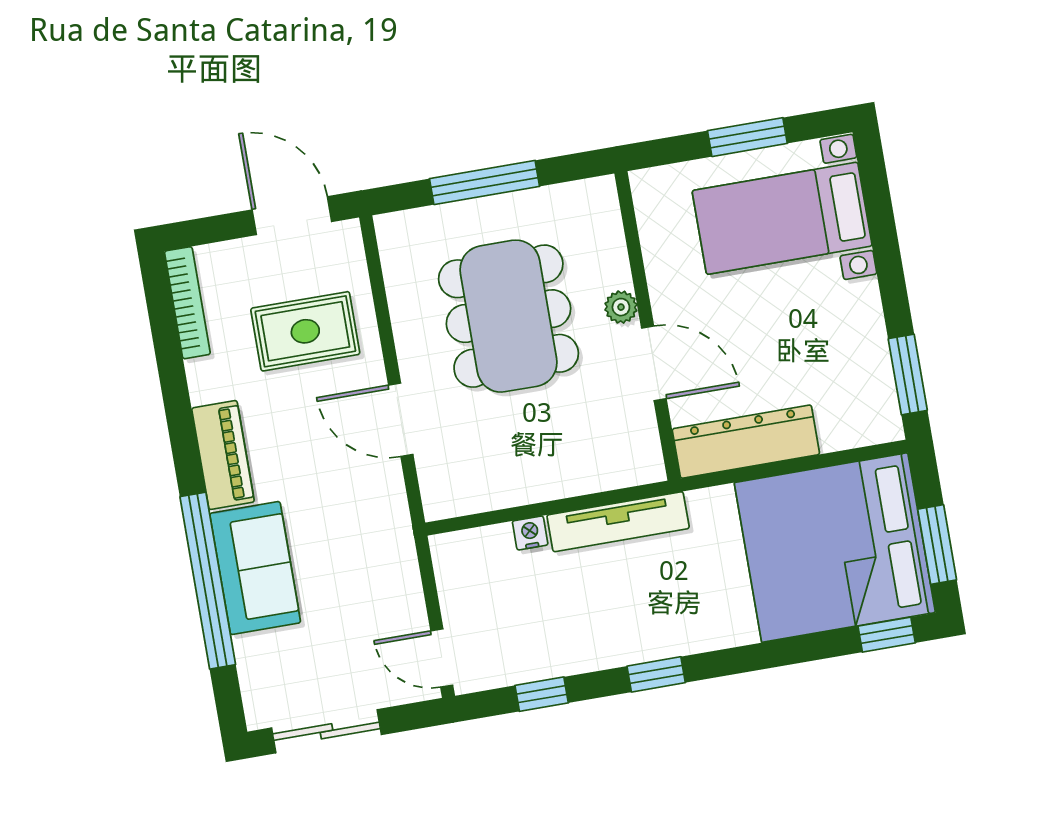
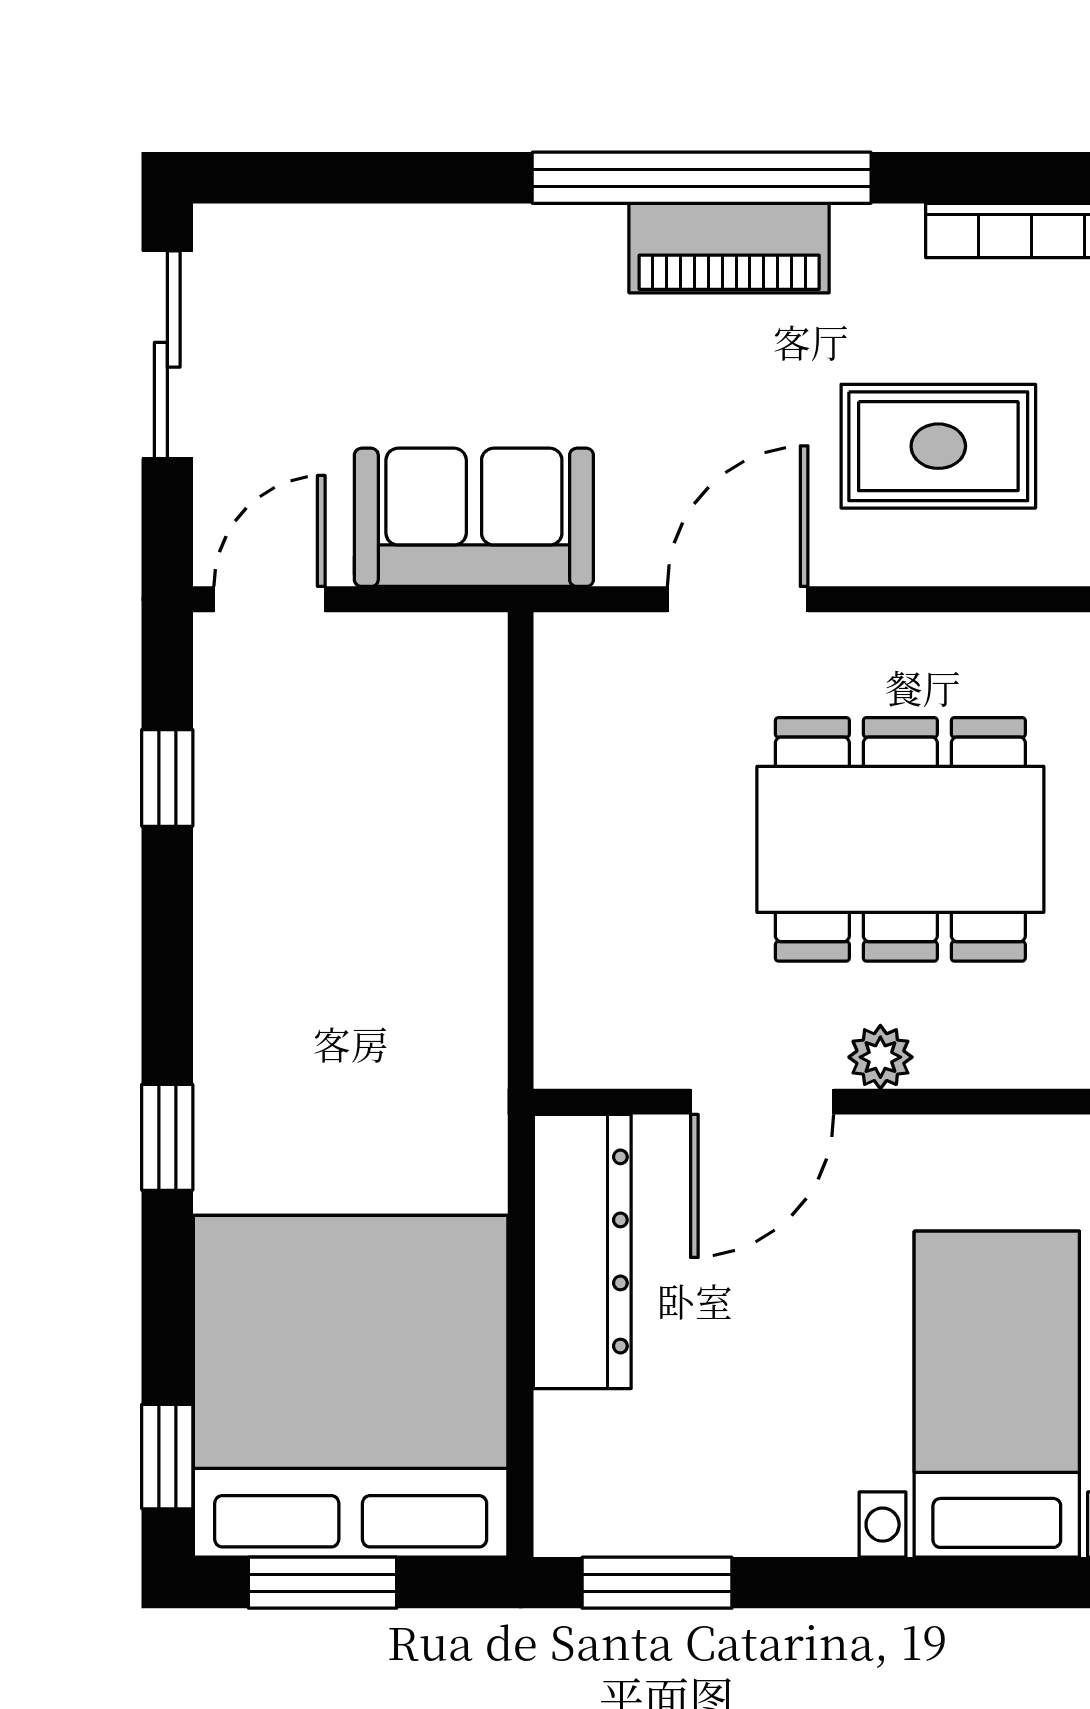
rug: (305, 331) -> (938, 446), turned 90
tv unit: (618, 522) -> (471, 981), removed
nightstand: (530, 533) -> (479, 809), removed
sofa: (255, 568) -> (474, 517), moved, turned 180
window: (208, 581) -> (702, 178), moved
window: (656, 674) -> (167, 1137), moved

